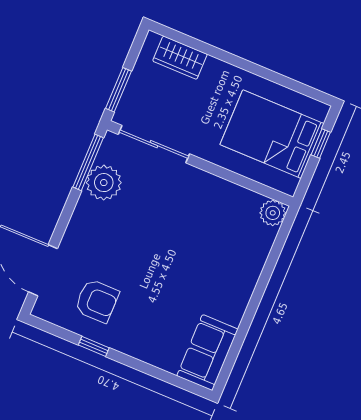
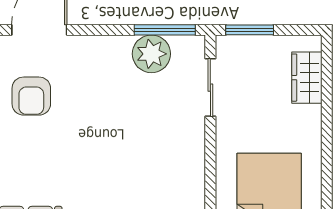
sliding door: (154, 144) -> (210, 88), width x0.73

